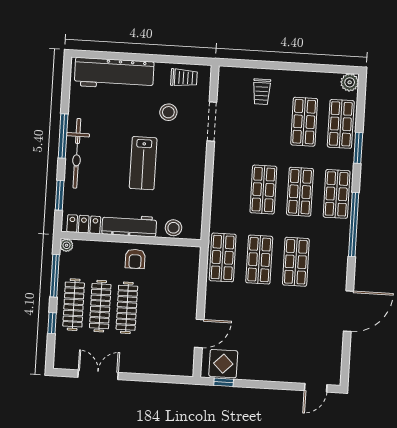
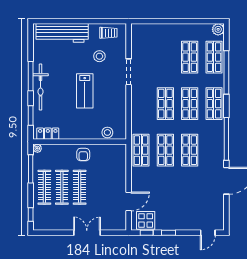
trolley: (262, 92) -> (160, 39), removed
doorway: (212, 122) -> (129, 72), moved
window: (358, 148) -> (226, 72), width x2.11
window: (354, 225) -> (226, 139), moved
workbench: (129, 226) -> (78, 133), removed
window: (52, 323) -> (31, 214), moved
double door: (98, 375) -> (87, 233), moved
window: (257, 384) -> (169, 233), added

